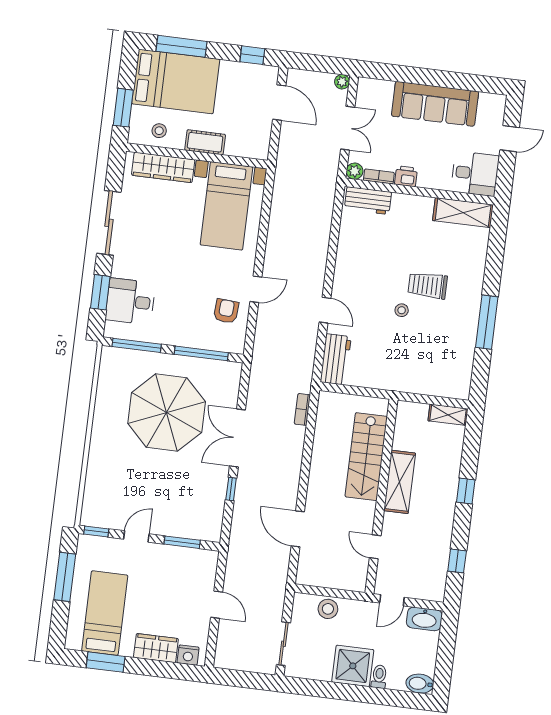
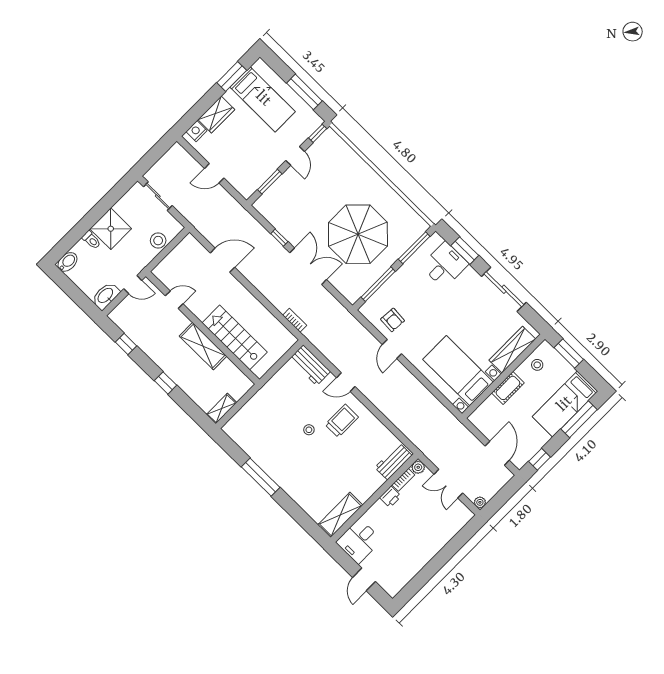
bed: (176, 81) -> (565, 404), width x0.67
door: (279, 103) -> (497, 453), swing flipped
sofa: (435, 104) -> (422, 550), removed
trolley: (428, 285) -> (342, 421), moved
door: (392, 600) -> (133, 285), swing flipped

